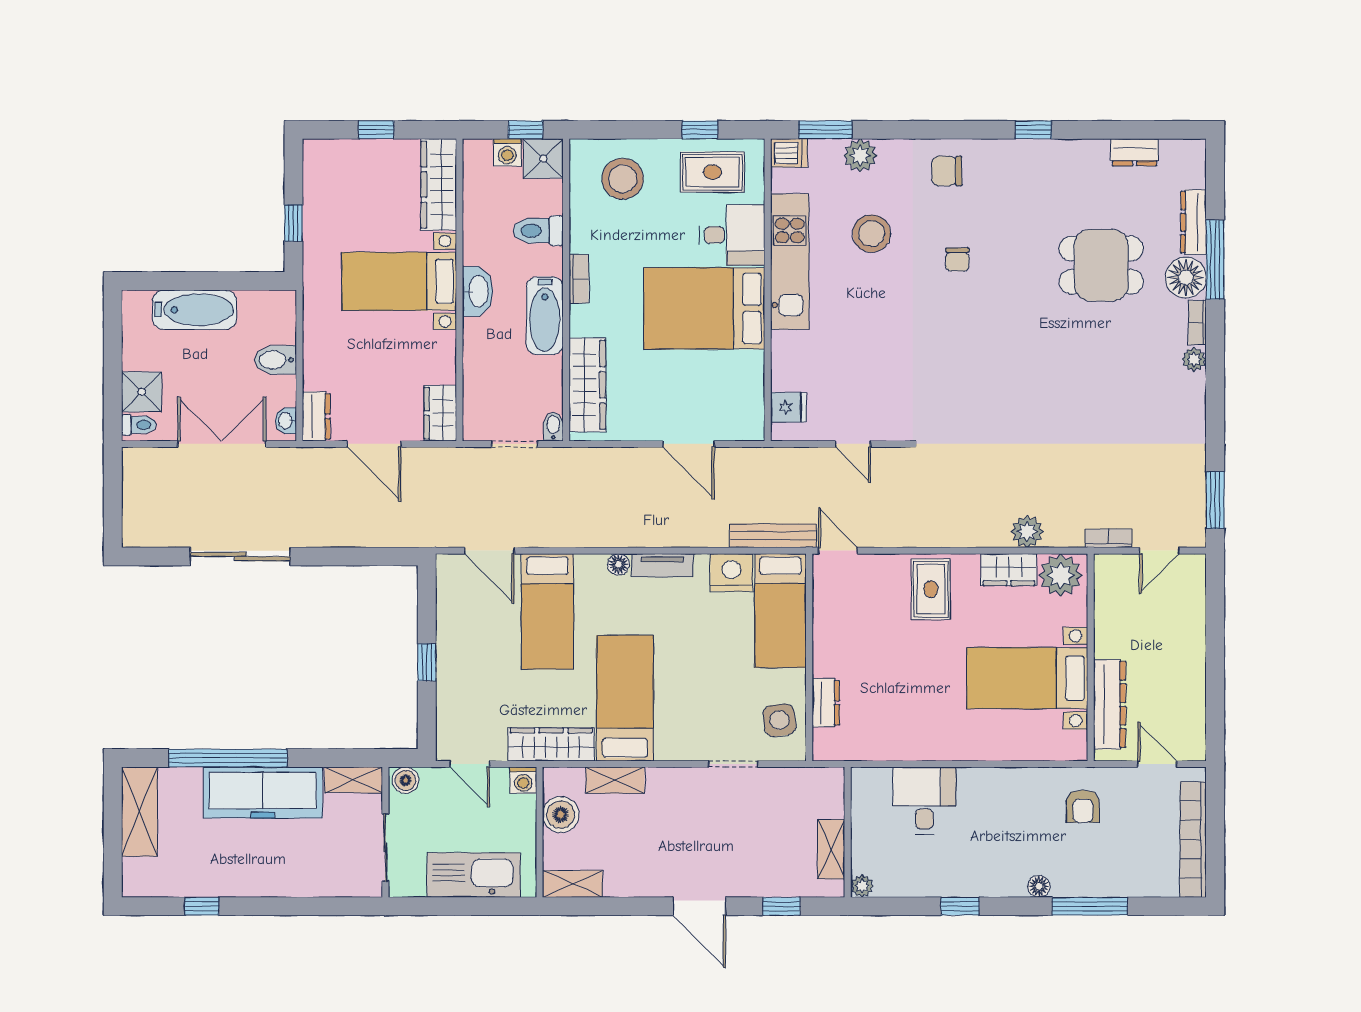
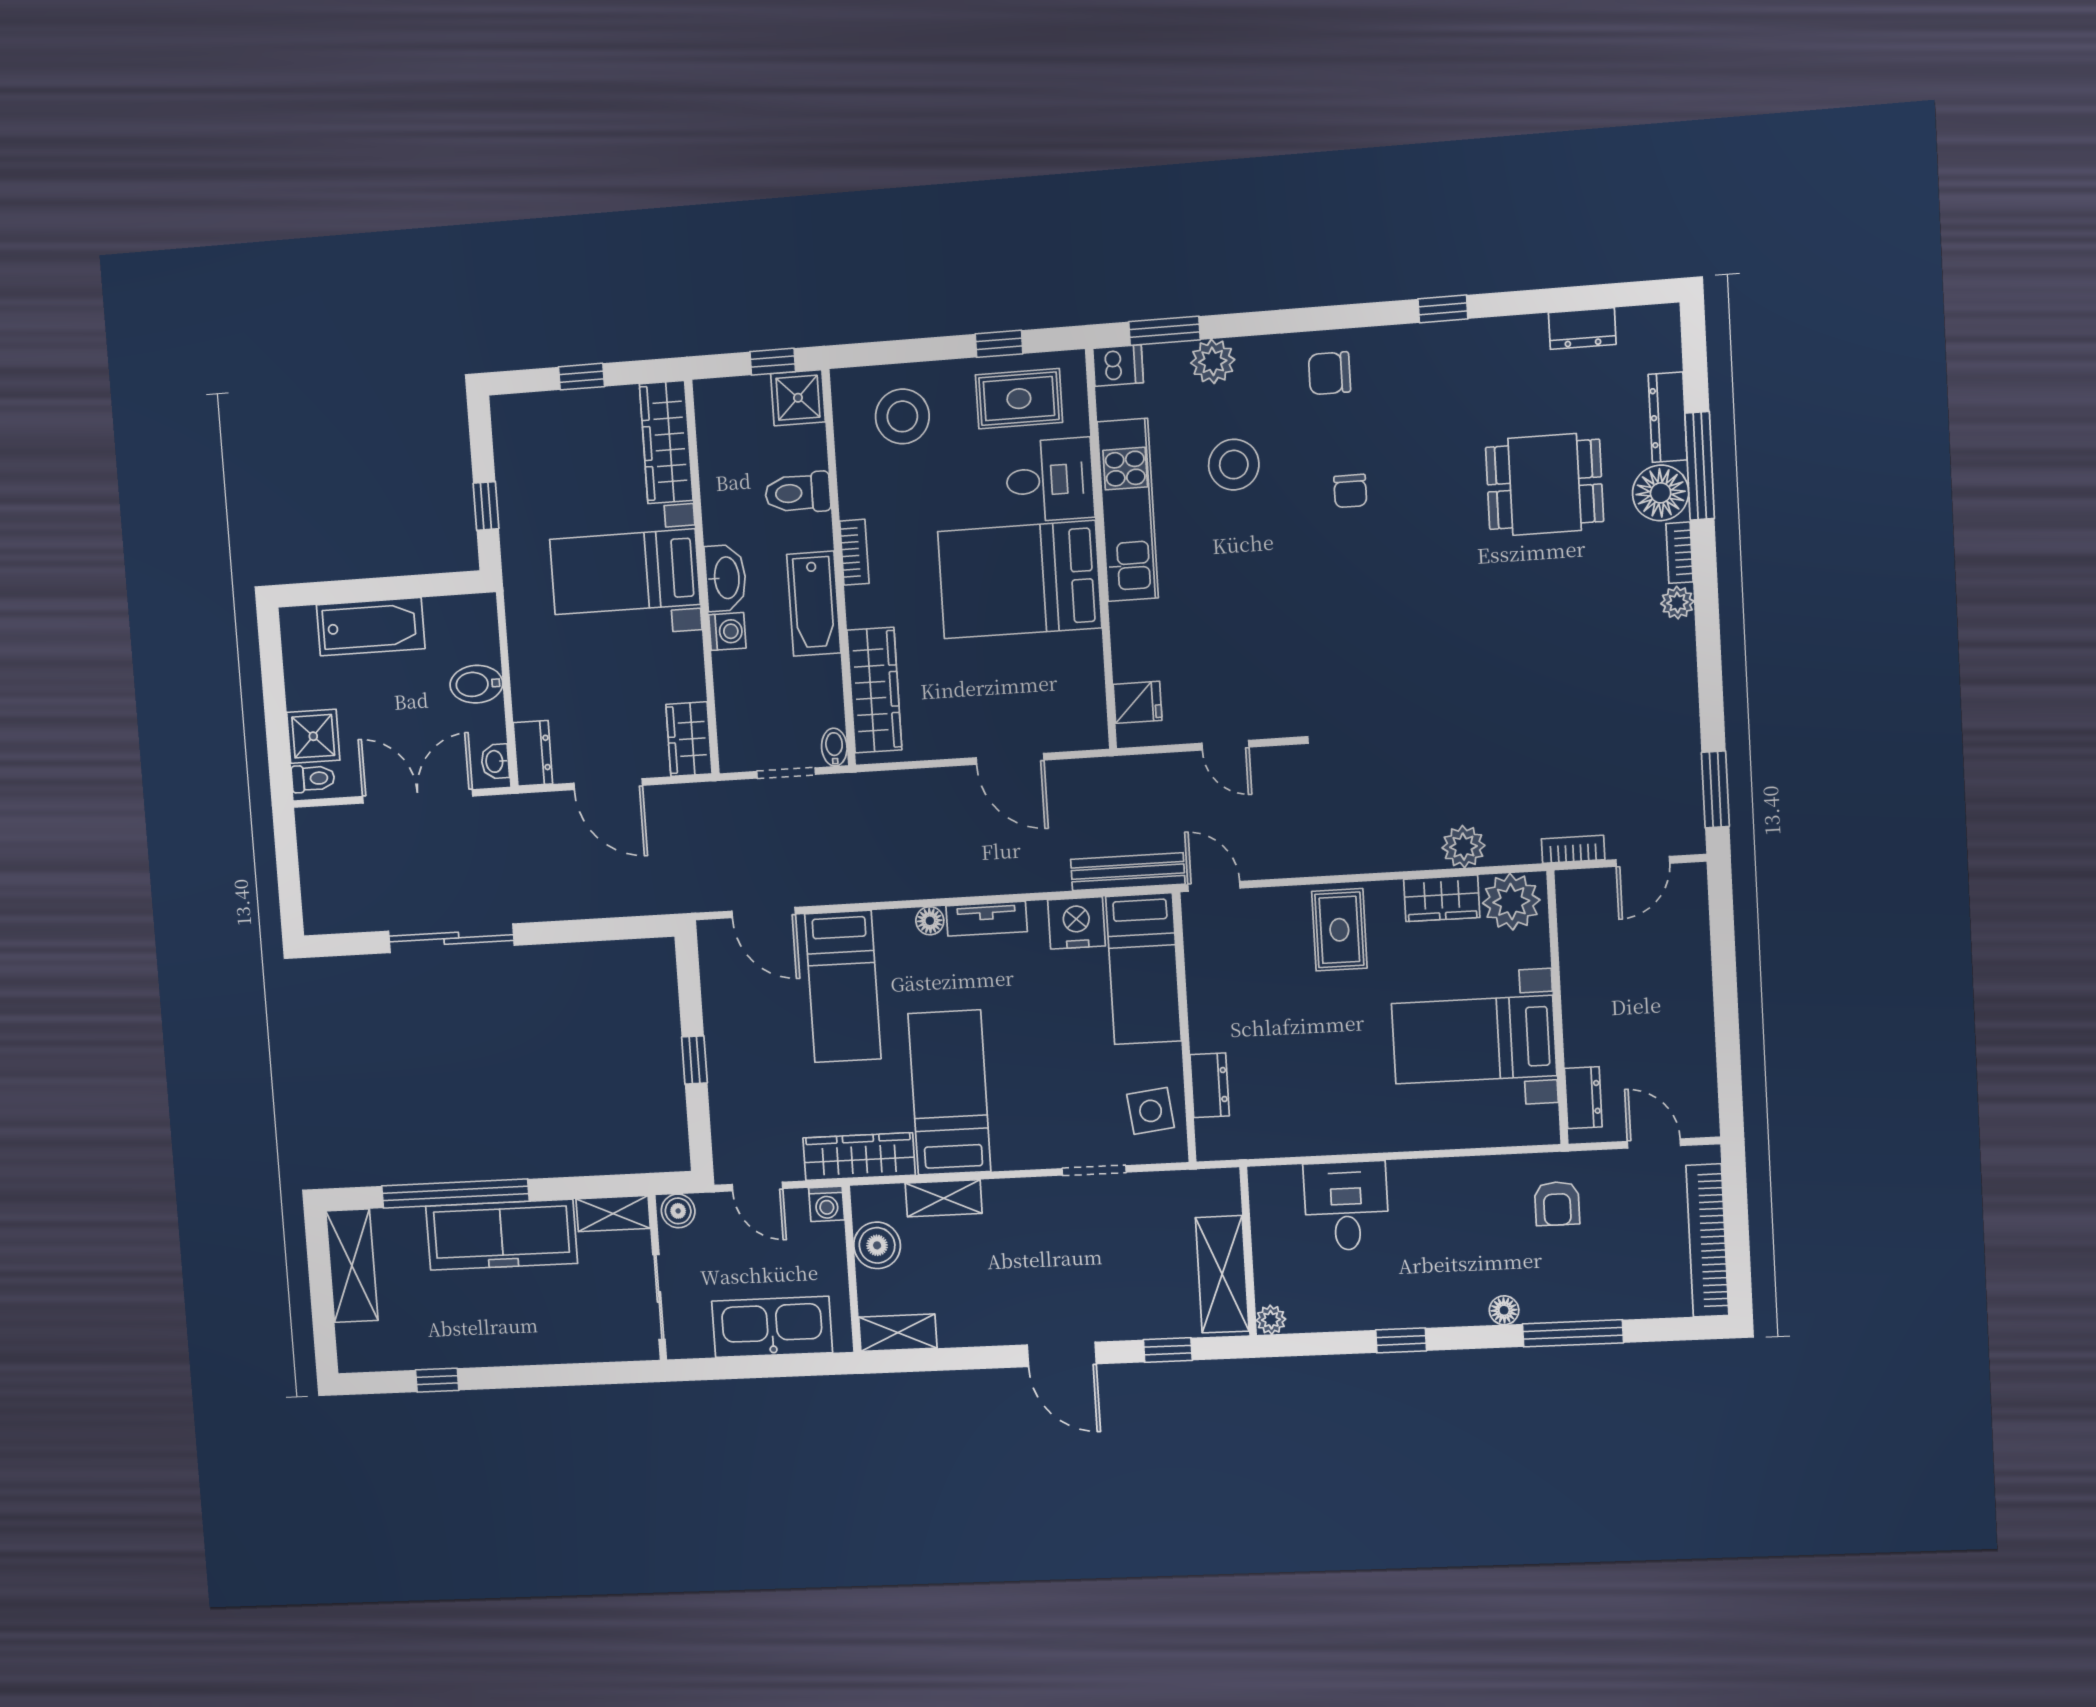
washing machine: (507, 152) -> (727, 631), moved, turned -90
dresser: (1110, 704) -> (1583, 1098), width x0.51, depth x0.80
shelving: (831, 849) -> (1222, 1274), width x1.50, depth x1.33

